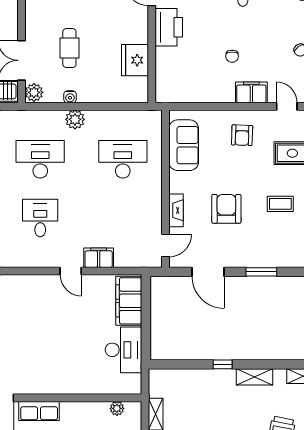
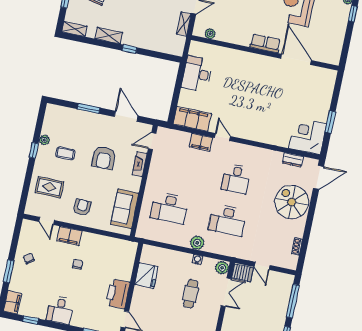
filing cabinet: (129, 301) -> (192, 119), moved, turned -90

